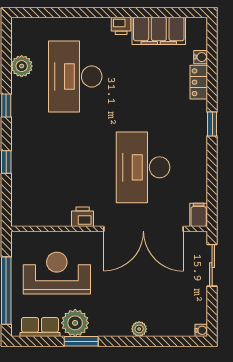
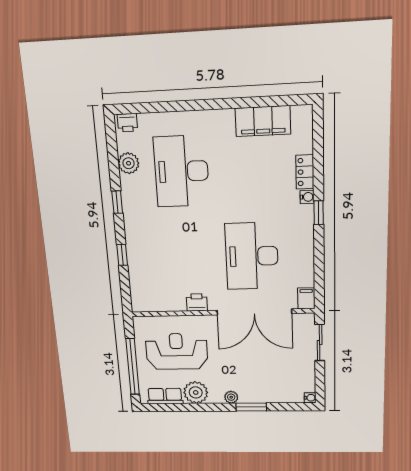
printer: (121, 26) -> (127, 123), moved
water cooler: (201, 57) -> (307, 197), moved
plant: (139, 329) -> (231, 397), moved
window: (81, 341) -> (251, 407), moved

